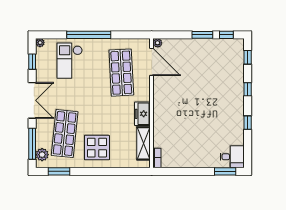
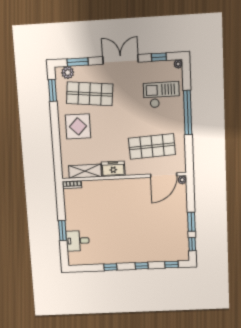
double door: (32, 100) -> (120, 59), swing flipped
window: (32, 144) -> (78, 62), width x0.69
desk: (232, 157) -> (78, 241), moved, turned 90
window: (225, 171) -> (62, 231), moved

